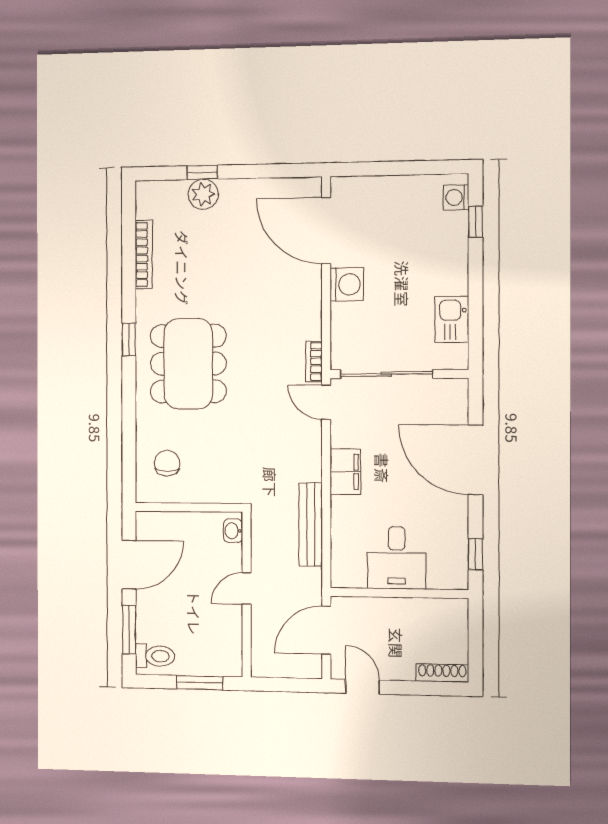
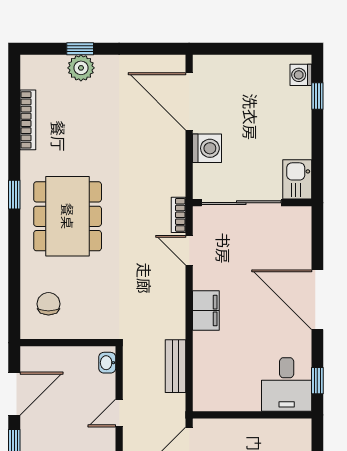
sliding door: (386, 374) -> (241, 203), moved
wall: (399, 374) -> (252, 203), moved
bench: (311, 524) -> (176, 366), width x0.73
desk: (397, 558) -> (287, 384), moved

